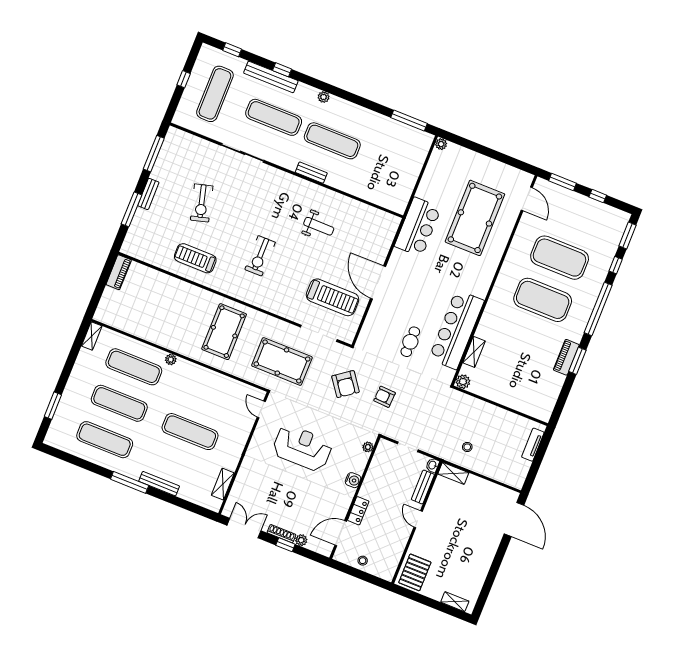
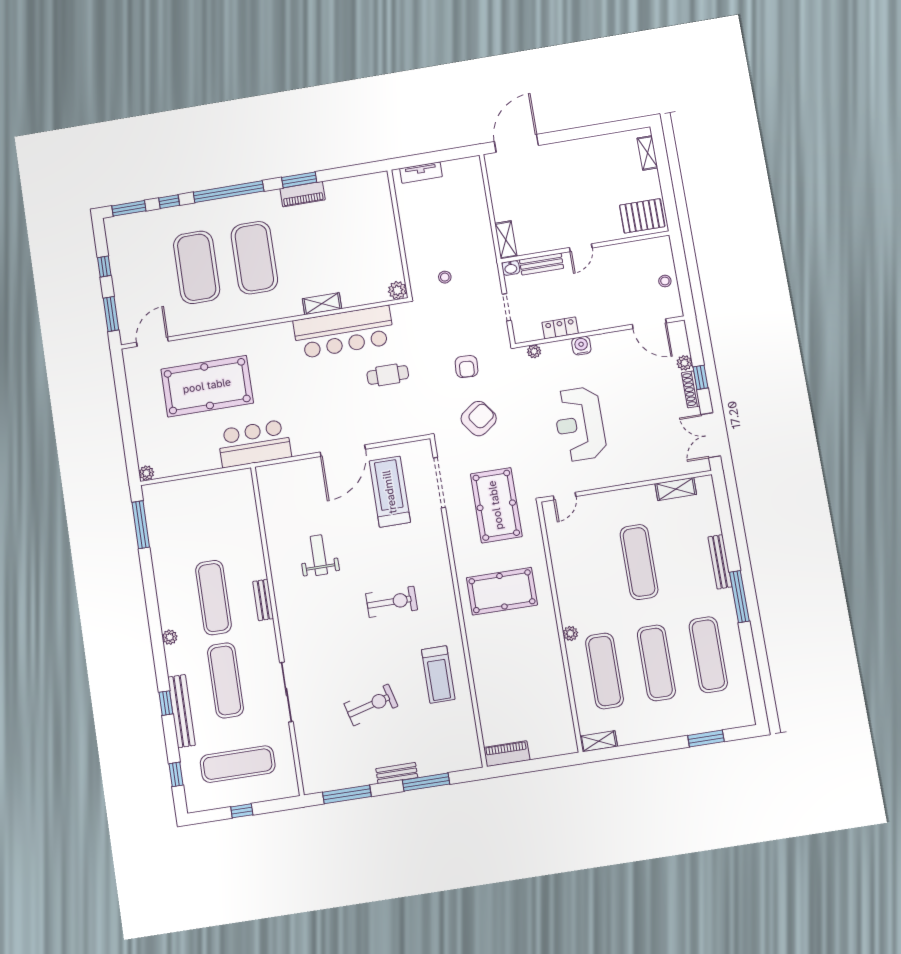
shelving: (474, 352) -> (322, 304), moved
stool: (467, 447) -> (445, 277), moved
locker: (358, 511) -> (560, 328), moved

